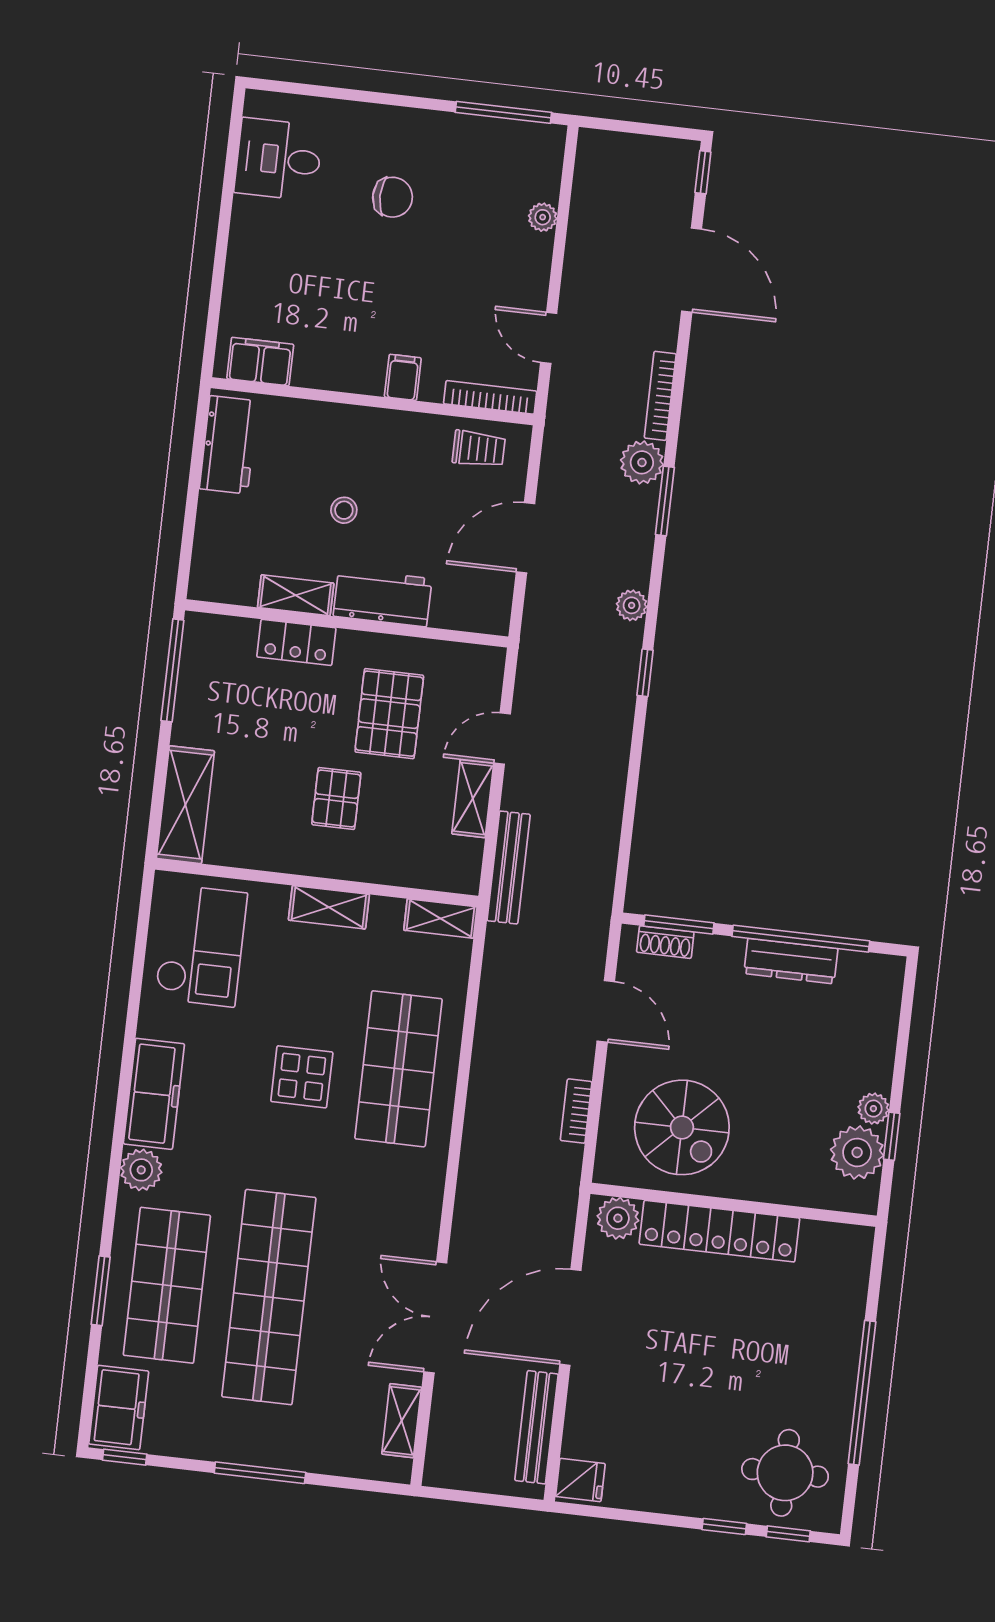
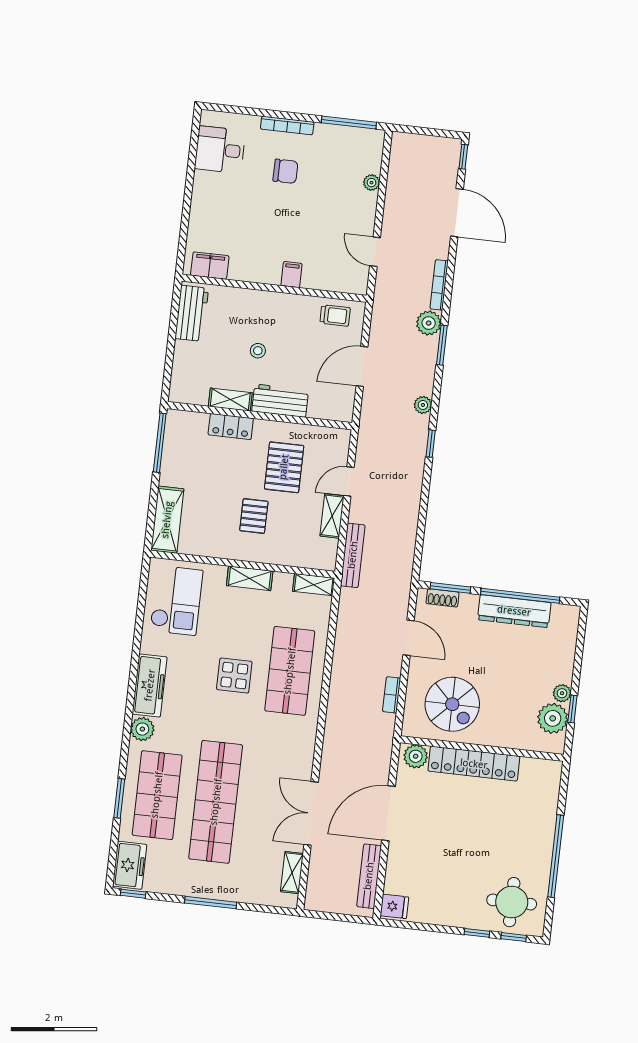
bookcase: (490, 397) -> (287, 125), moved, turned 180
dresser: (791, 961) -> (514, 611), width x1.37, depth x1.24

